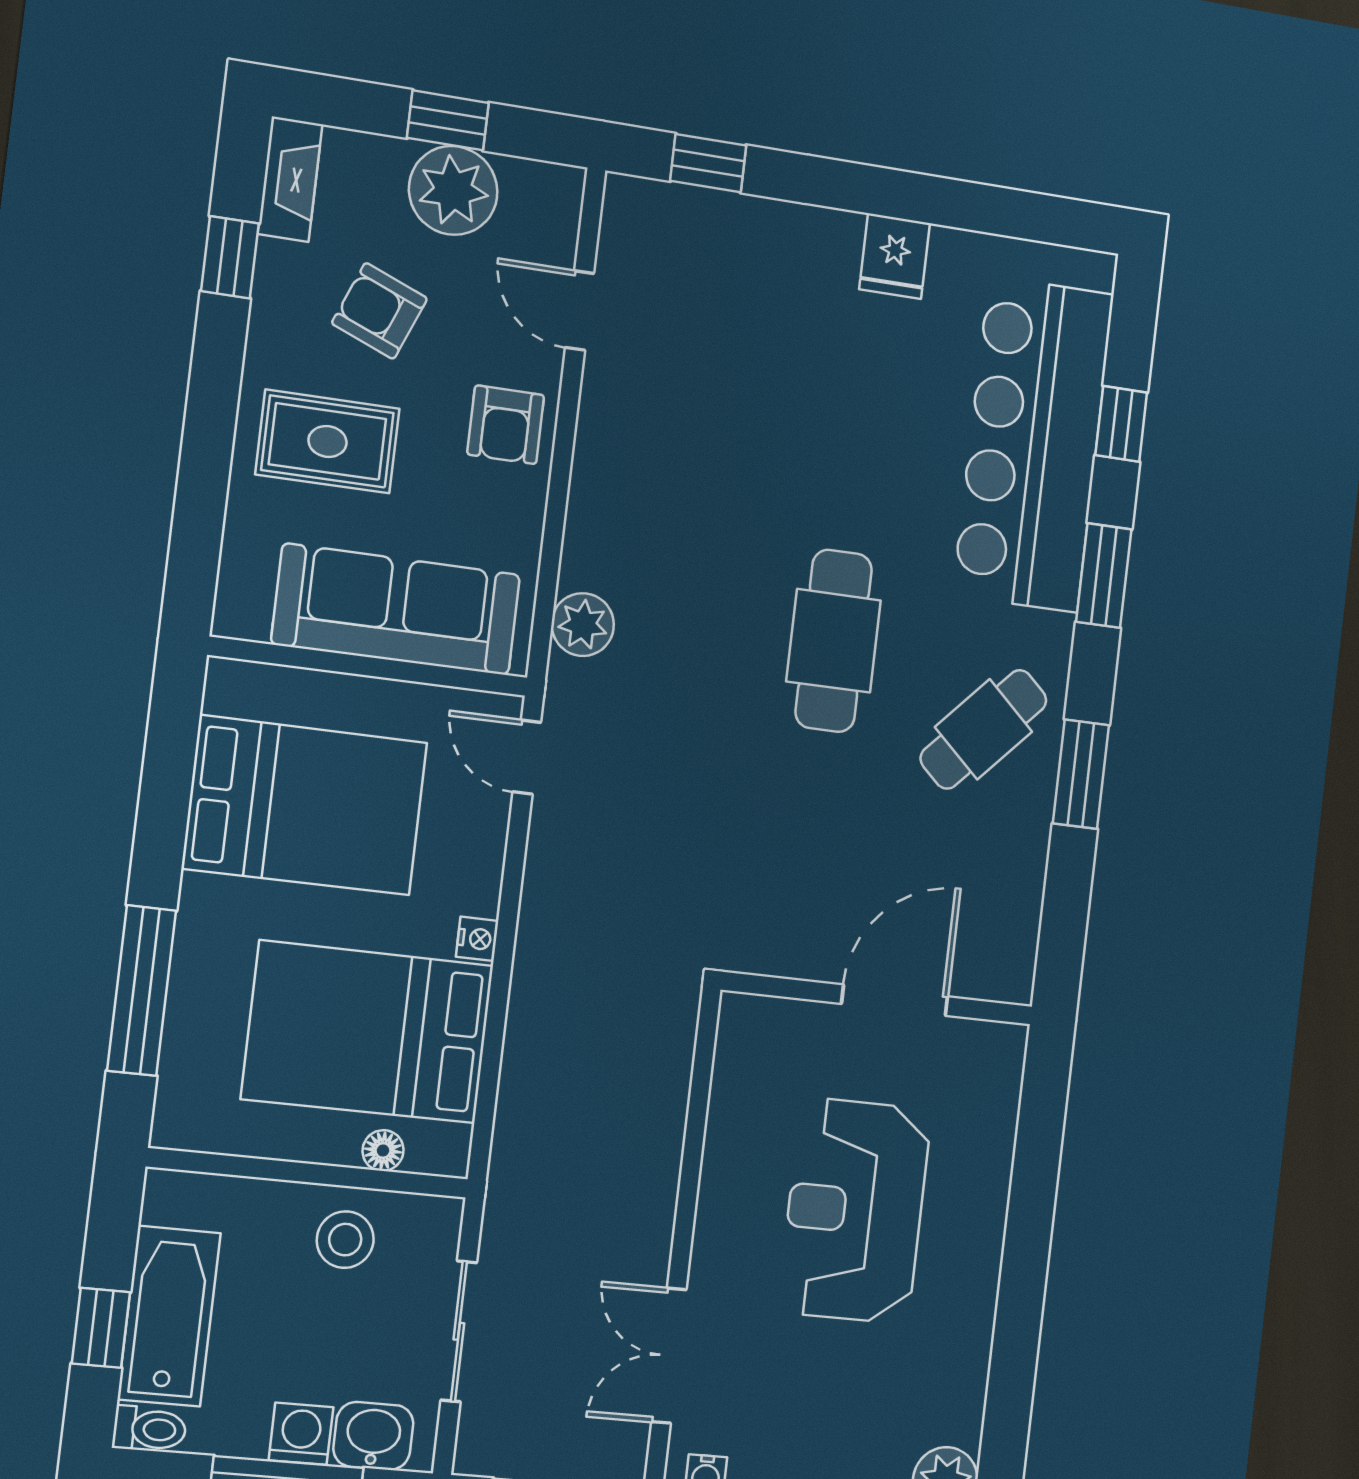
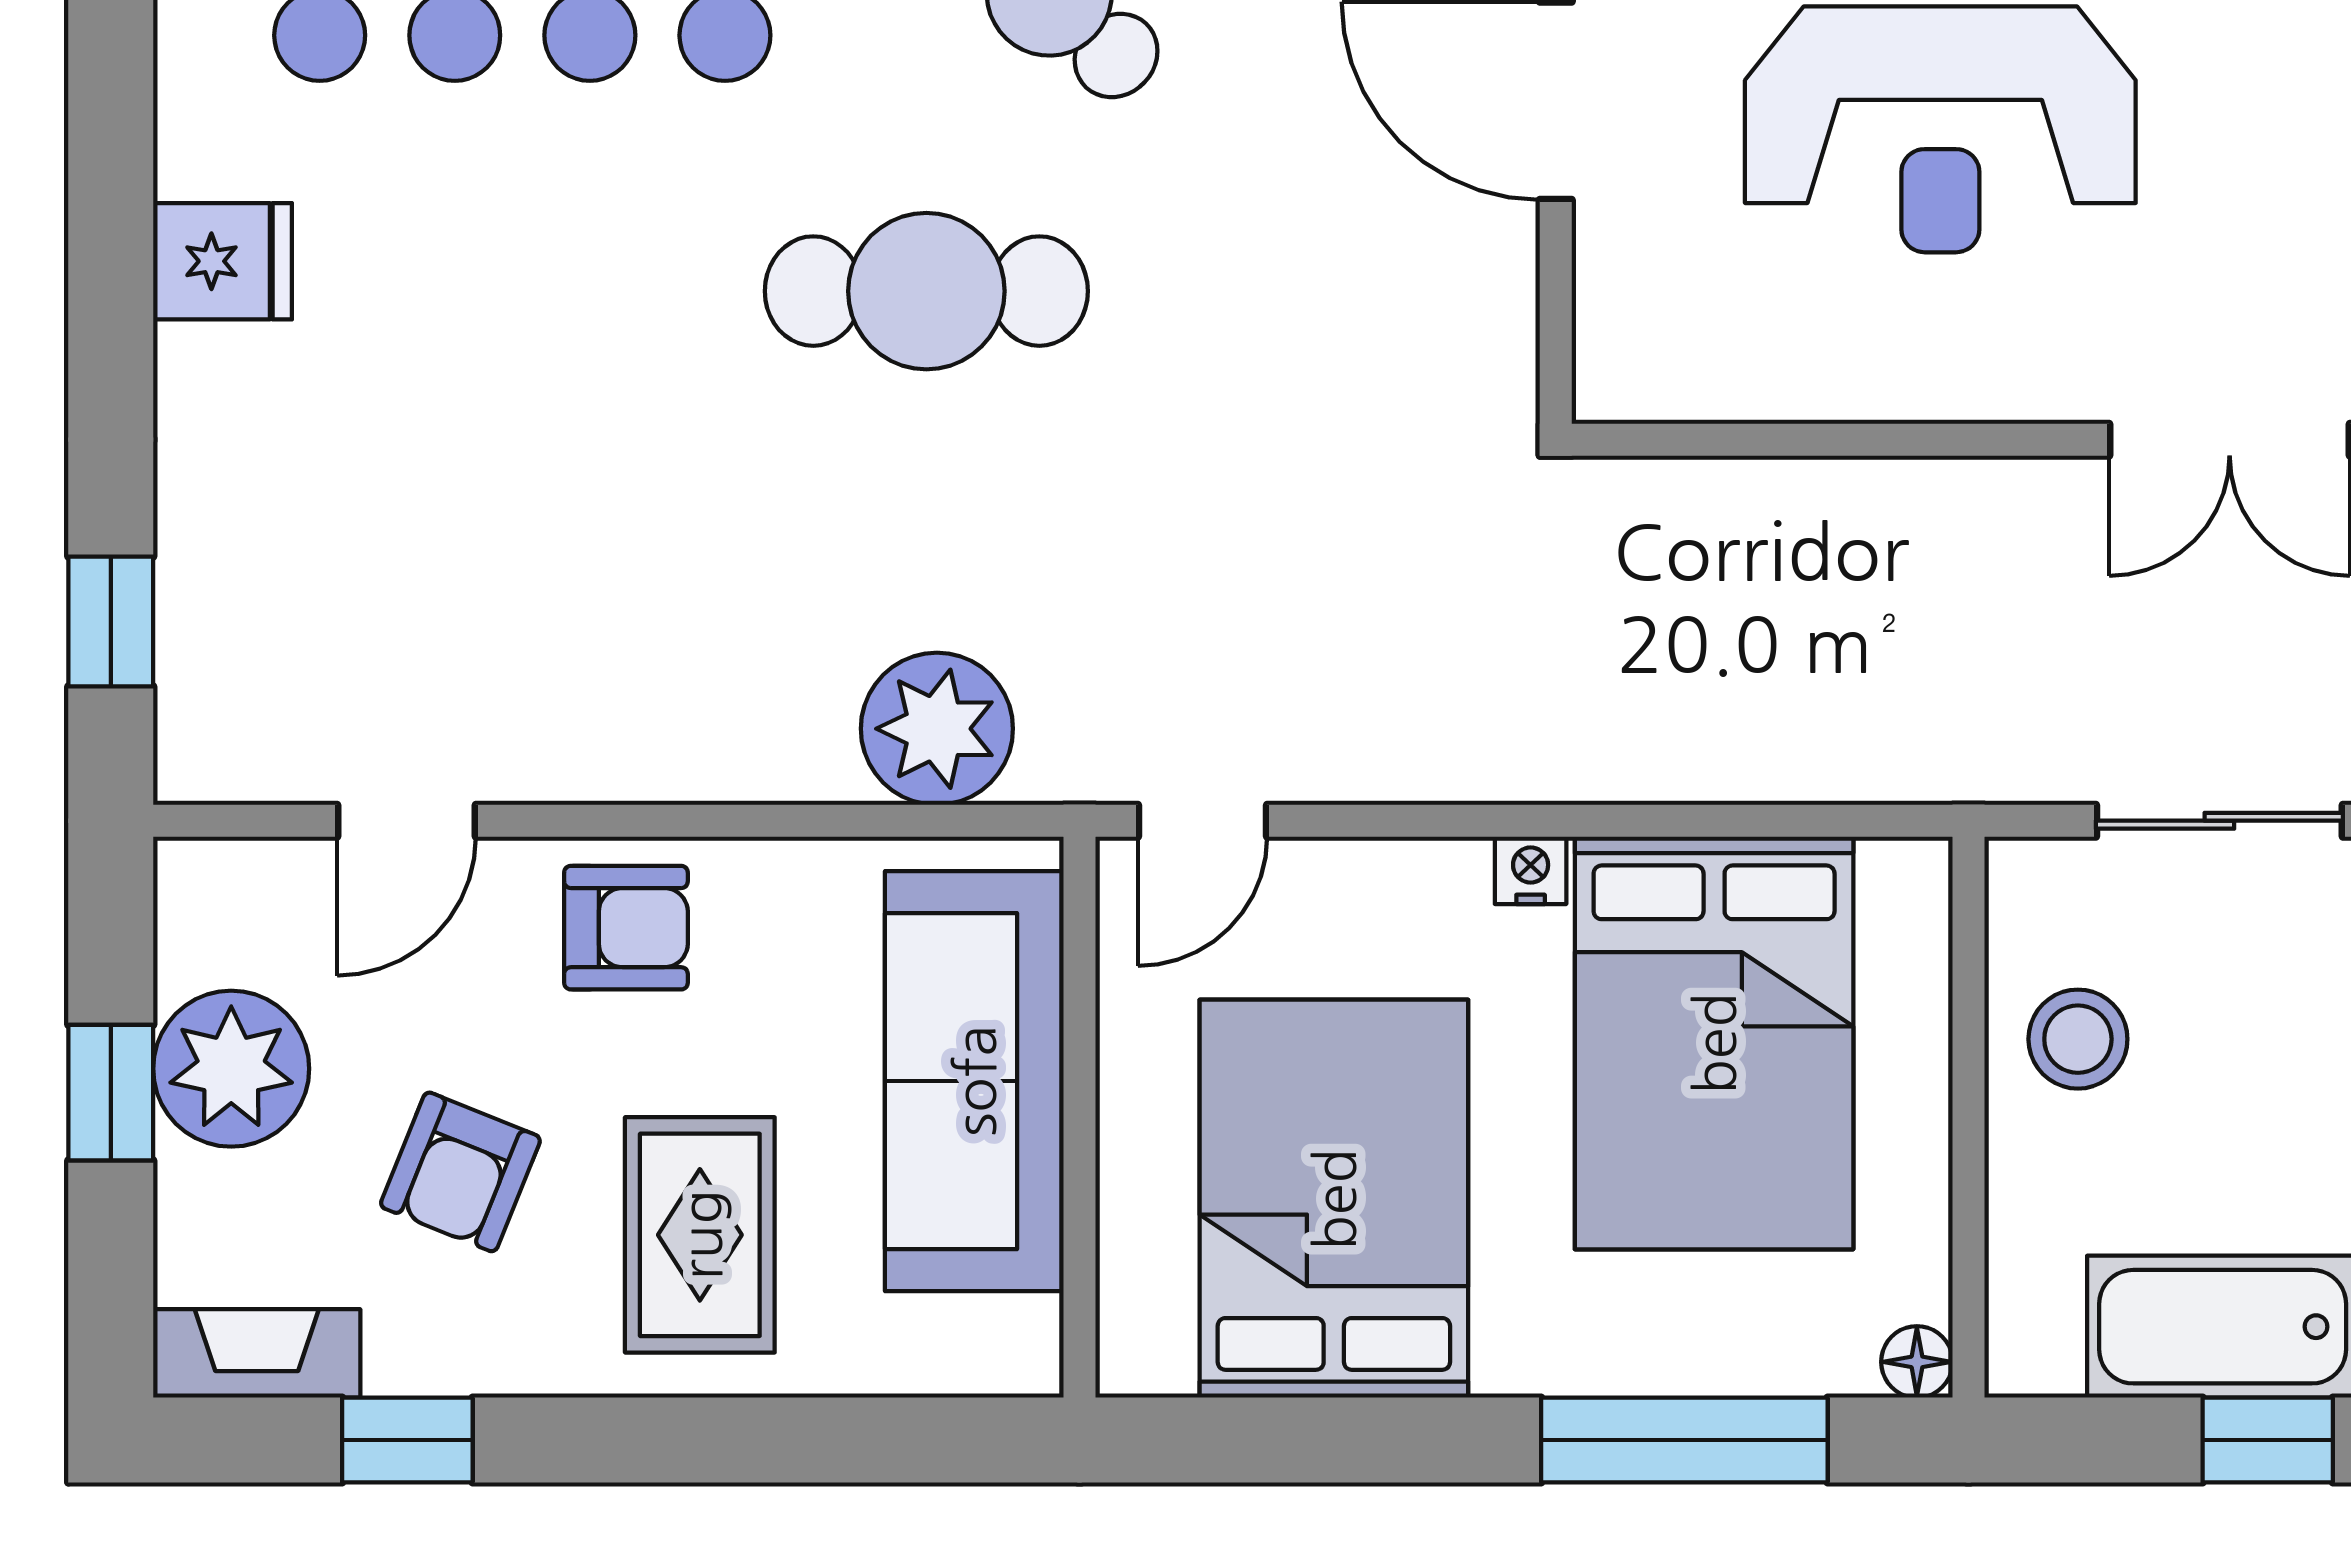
plant: (583, 625) -> (937, 729), width x1.36, depth x1.36
floor lamp: (383, 1151) -> (1917, 1362), moved

